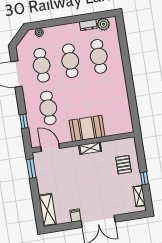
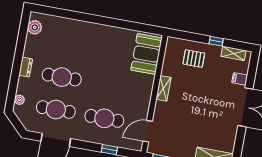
dresser: (88, 25) -> (26, 67), moved
cafe table: (99, 56) -> (68, 45), removed
booth: (87, 128) -> (146, 54), moved
filing cabinet: (75, 216) -> (240, 79), moved

